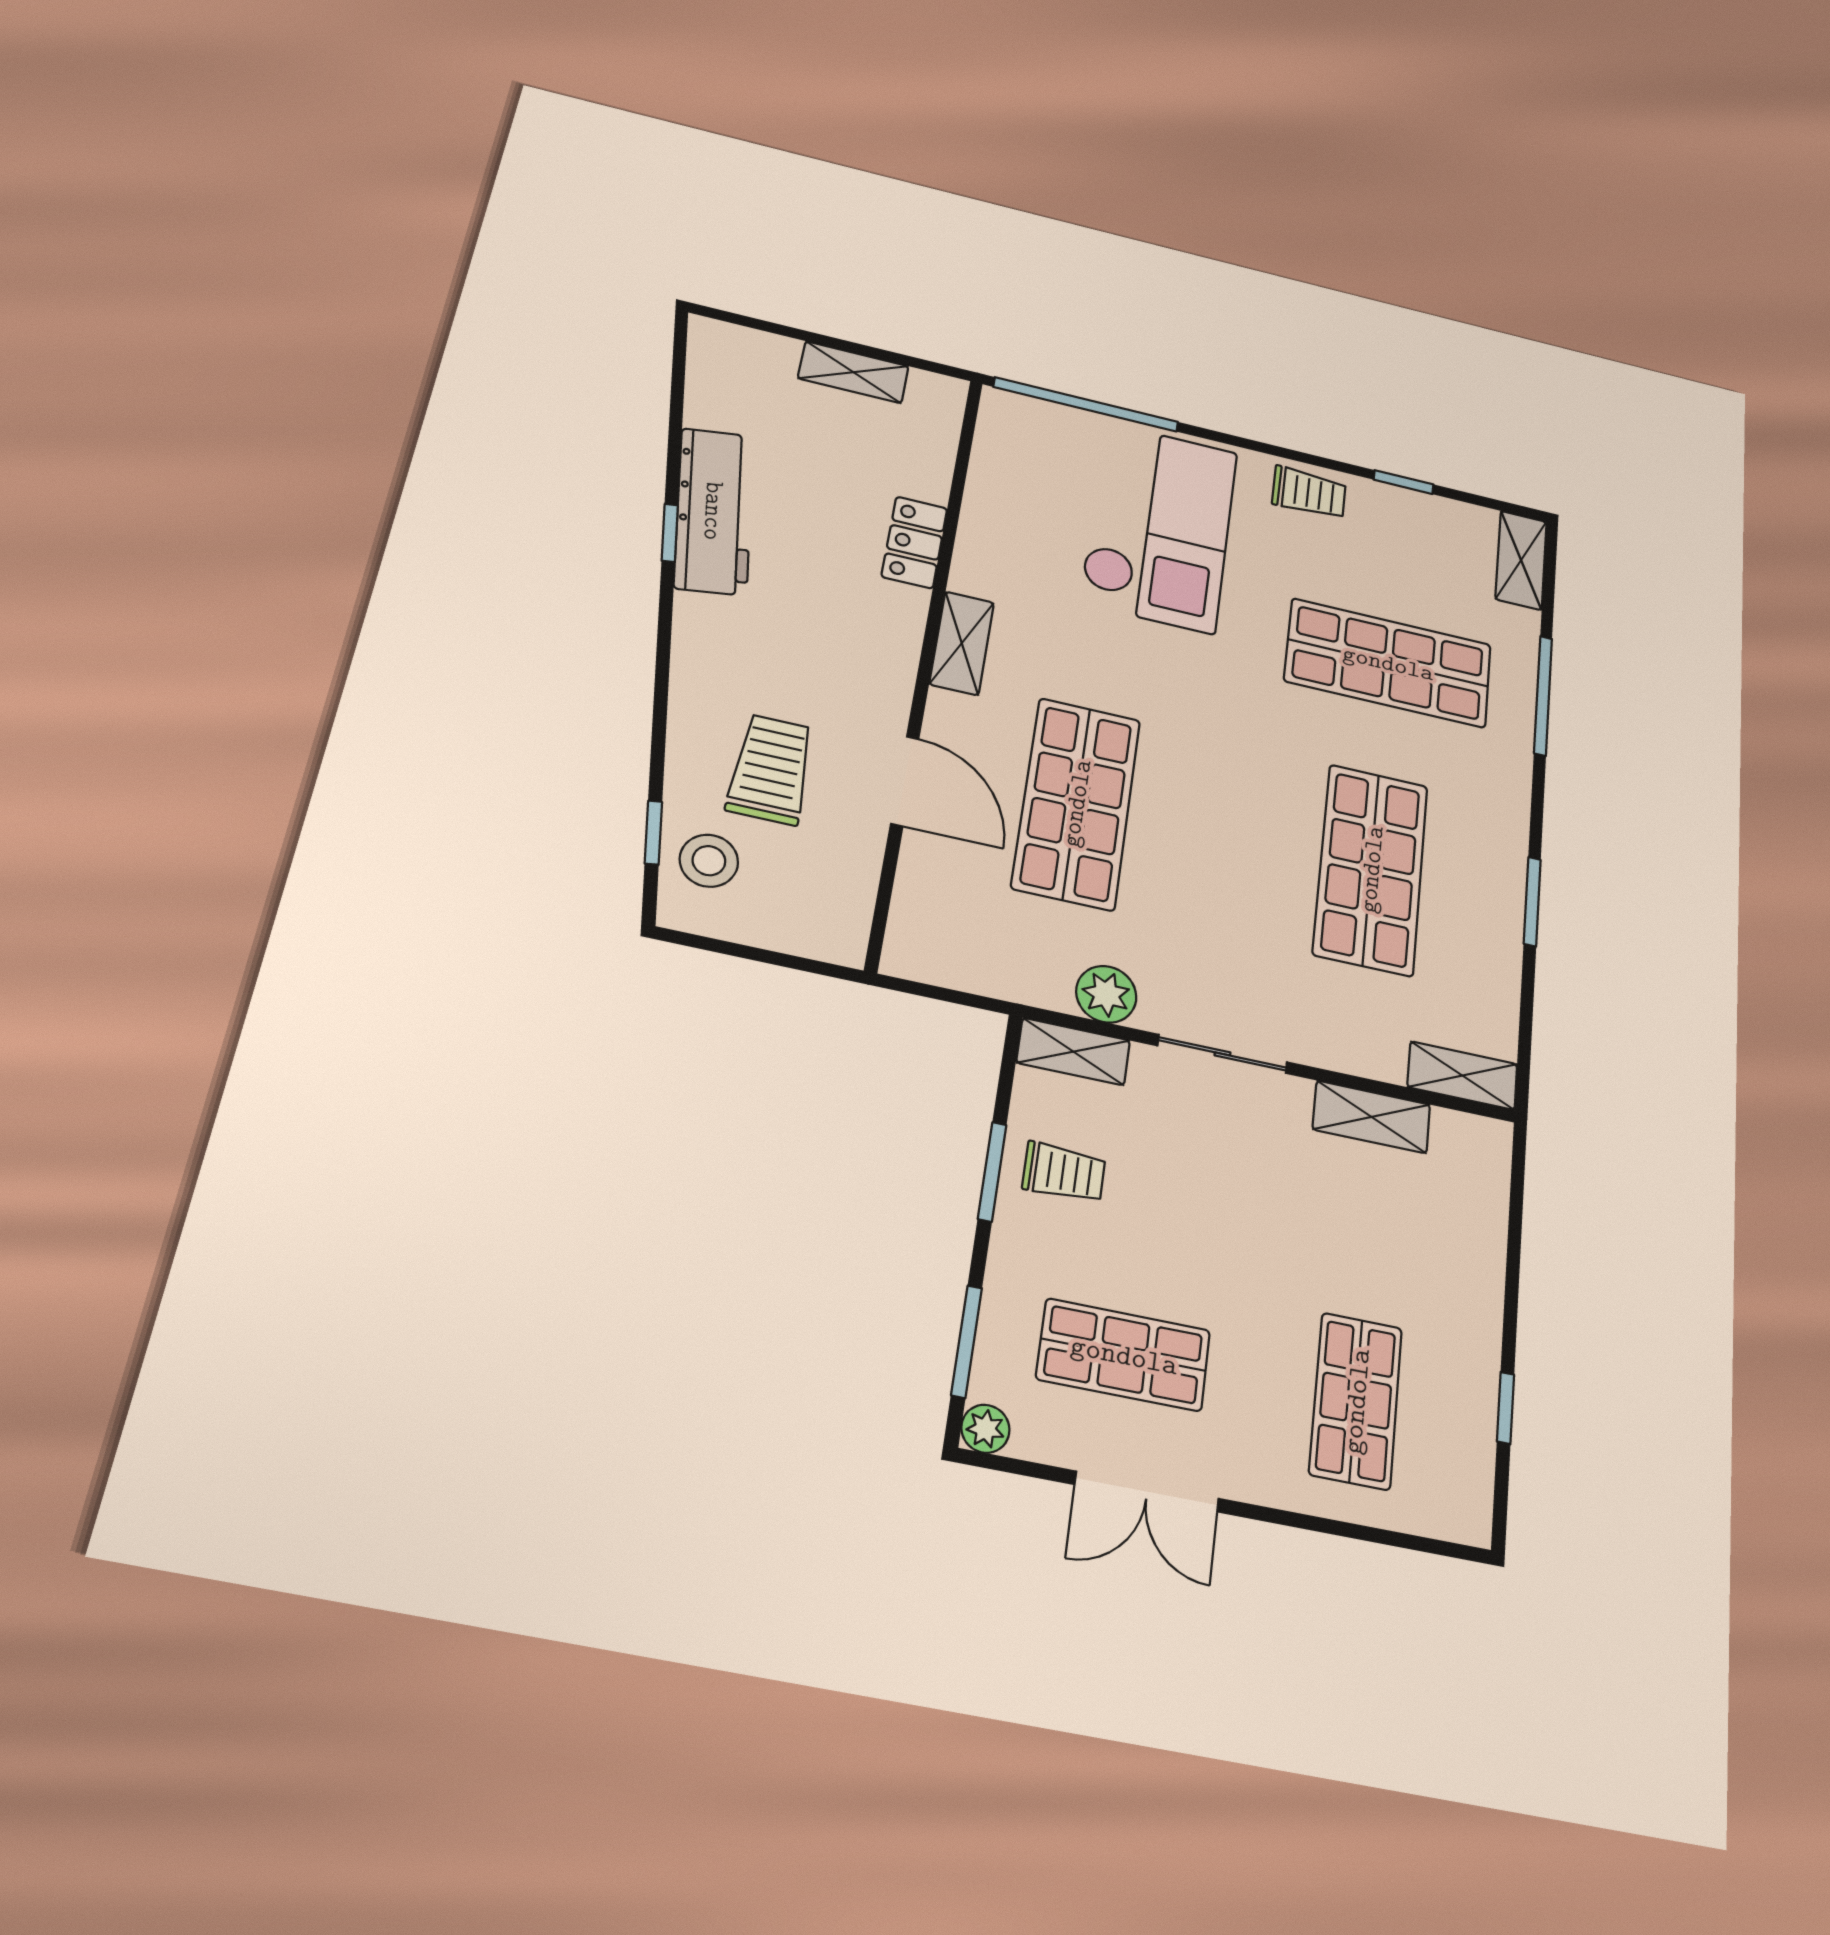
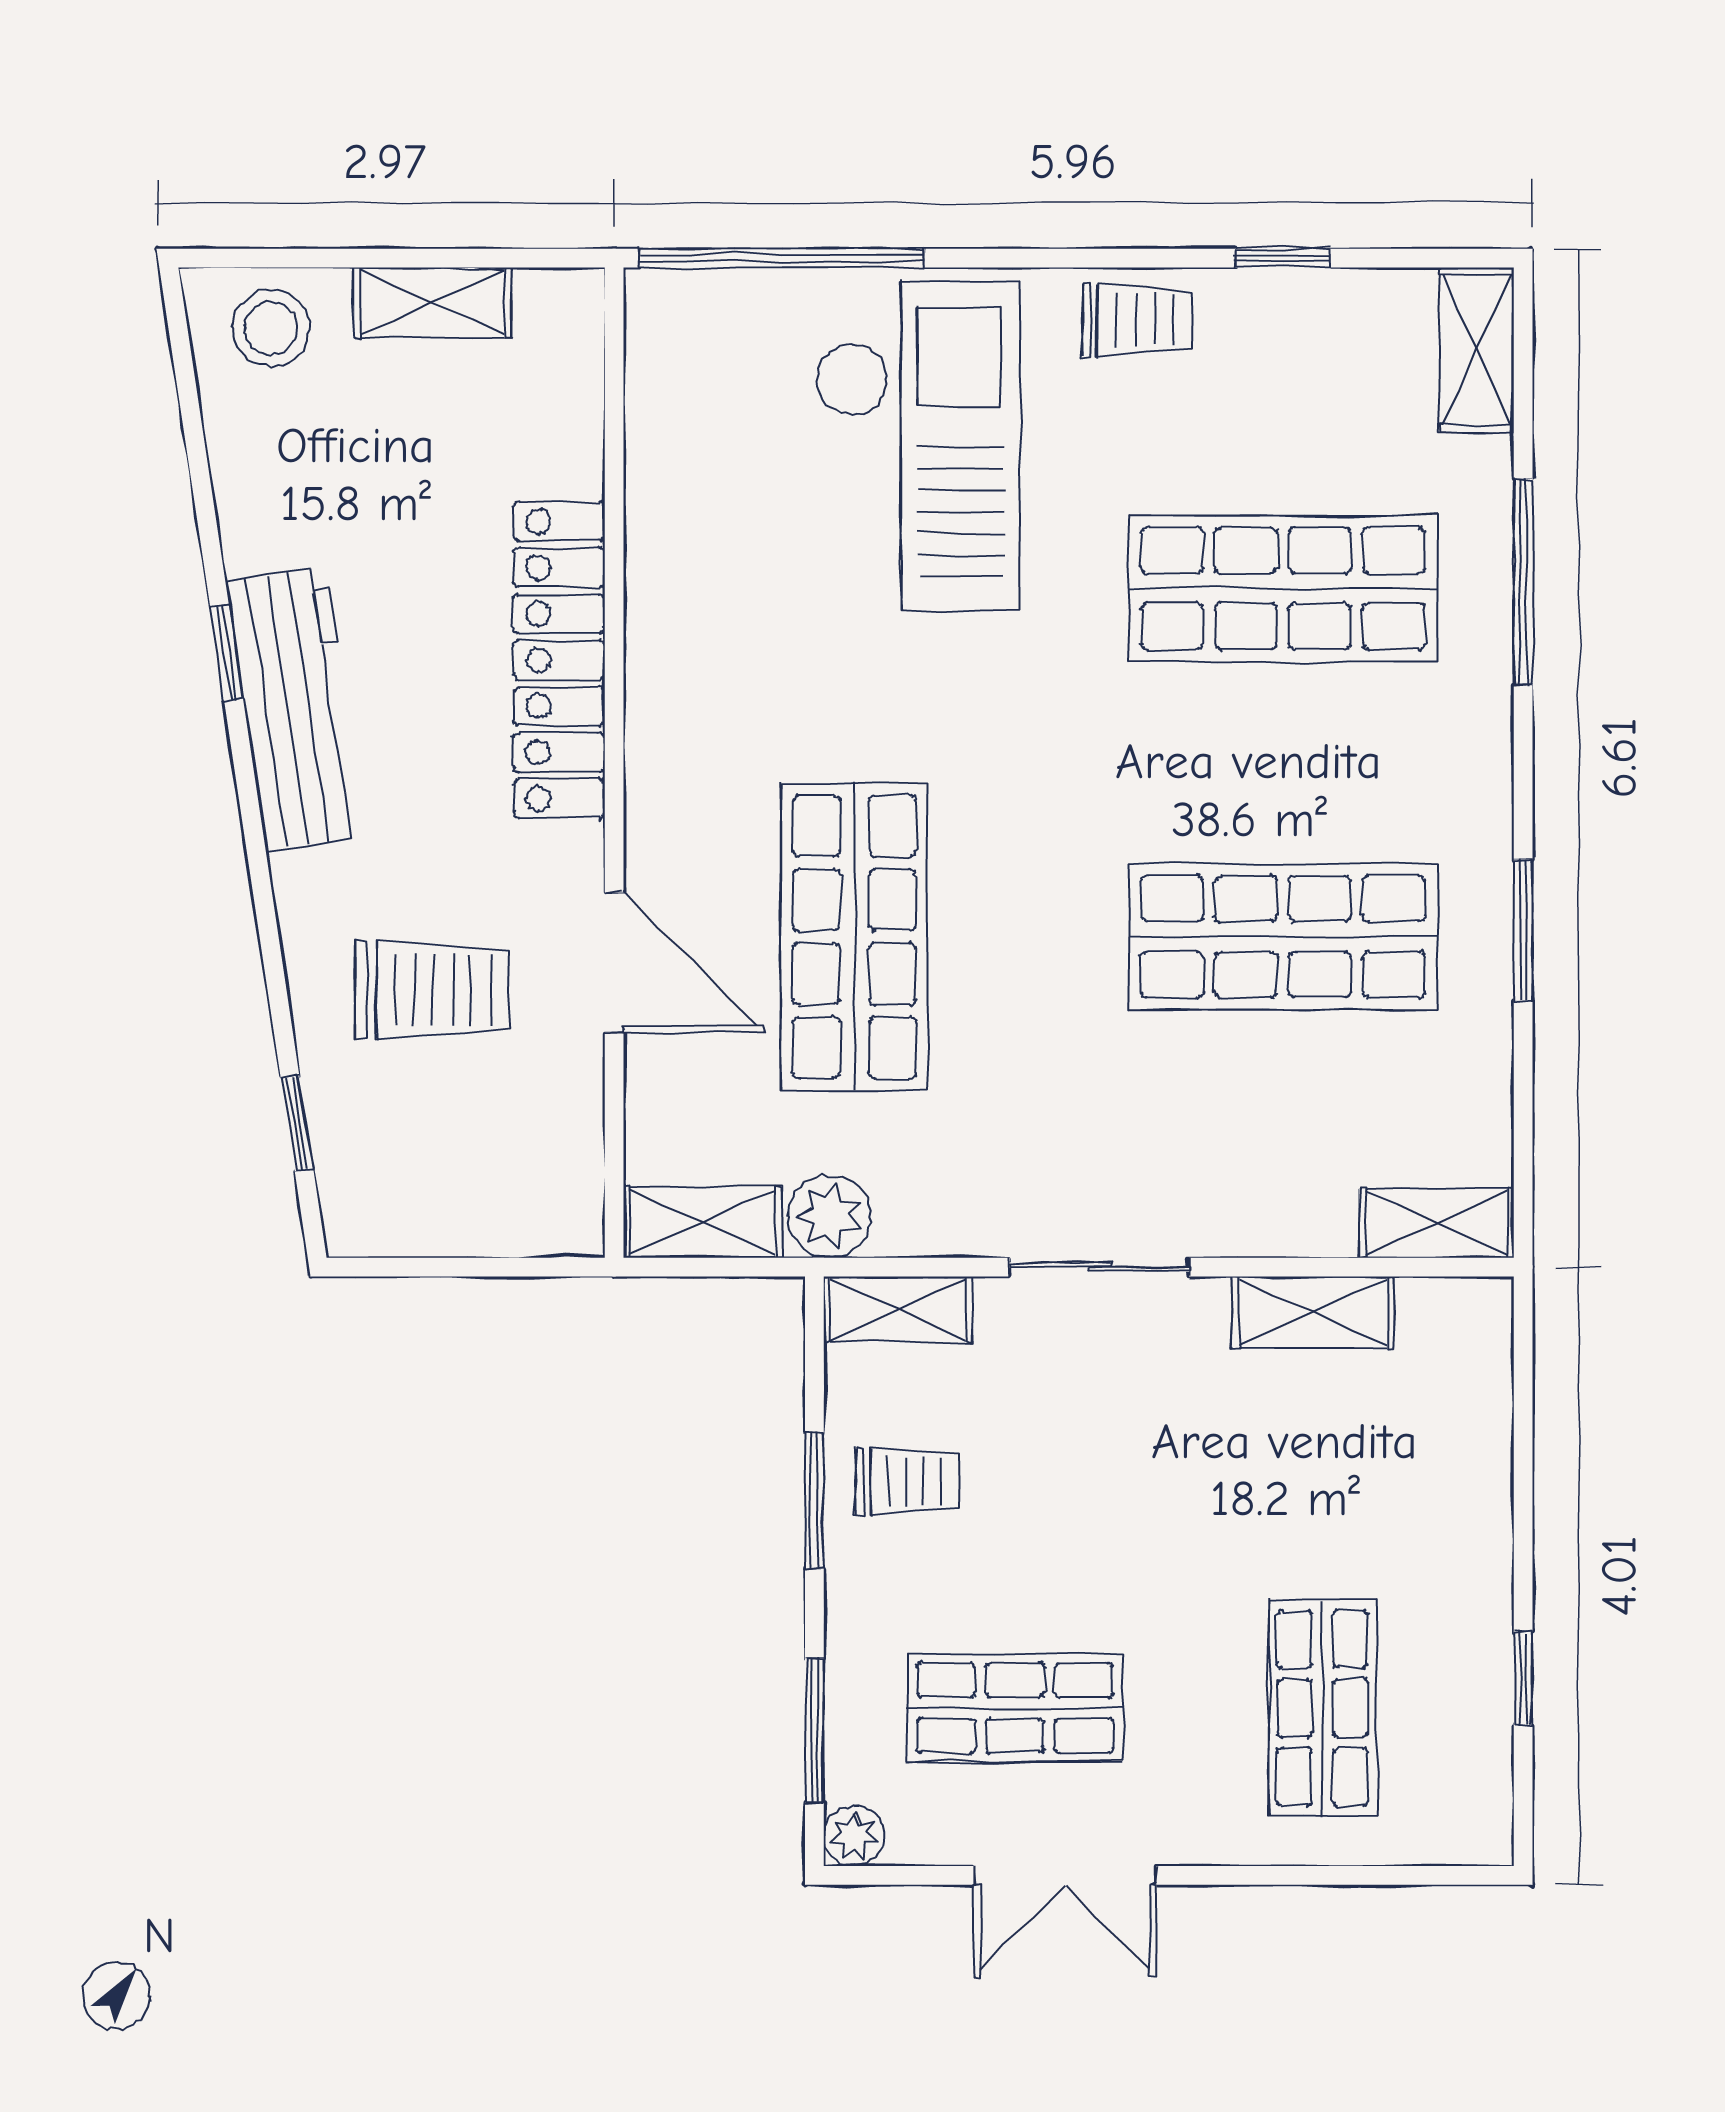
workbench: (714, 511) -> (296, 709), moved
locker: (914, 542) -> (559, 660), width x2.16, depth x1.21
shelving: (962, 643) -> (703, 1222), moved, turned 90
trolley: (771, 769) -> (432, 990), turned 90
stool: (709, 861) -> (271, 328), moved
shop shelf: (1371, 869) -> (1283, 937), turned 90
plant: (1106, 994) -> (829, 1216), moved

